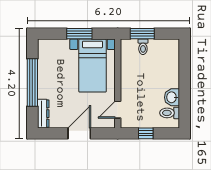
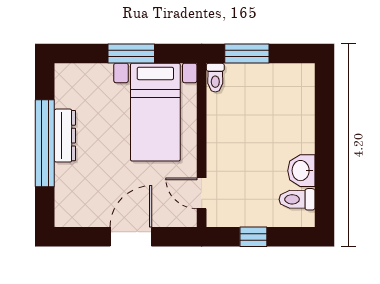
toilet: (143, 47) -> (215, 78), moved
door: (118, 110) -> (202, 193), hinge flipped
dresser: (43, 114) -> (65, 136), moved

